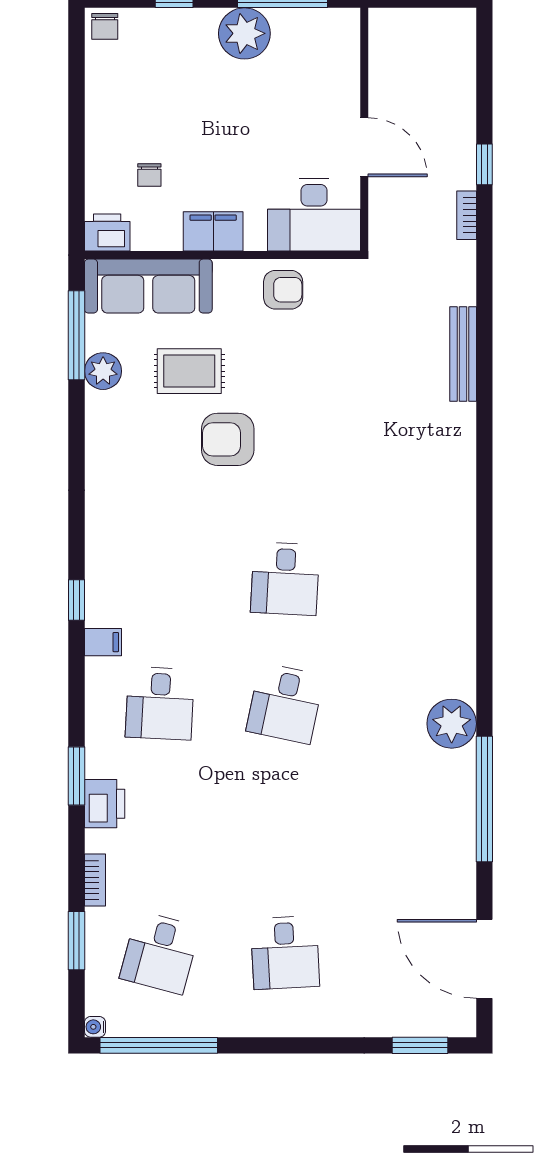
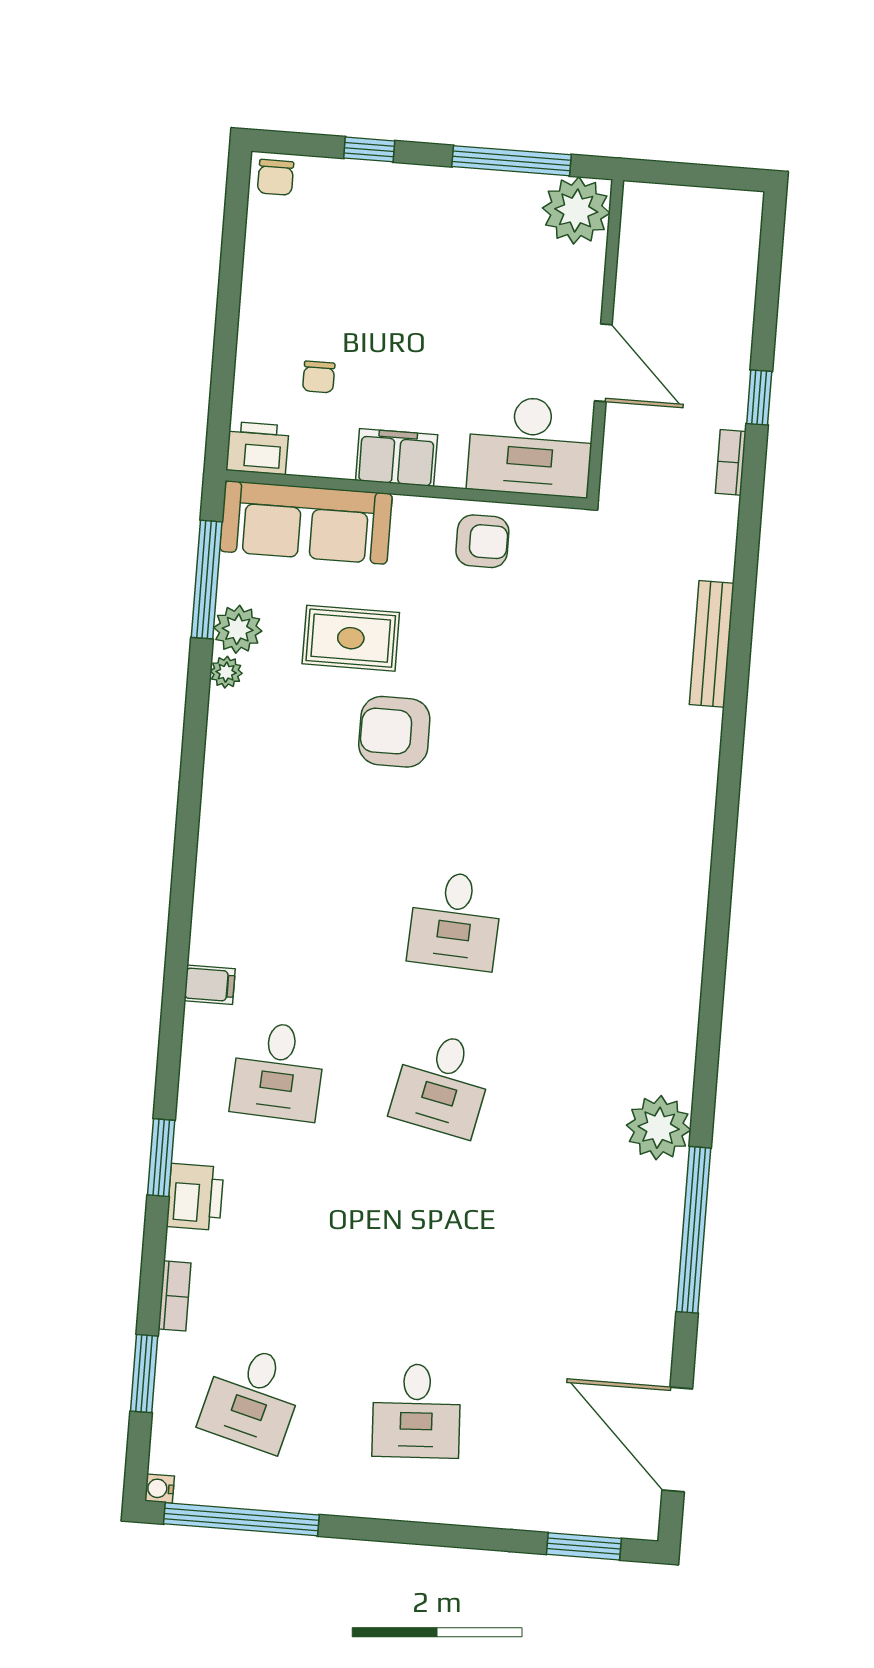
plant: (244, 33) -> (576, 210), moved
plant: (97, 404) -> (226, 672), added
window: (76, 600) -> (179, 927), removed

